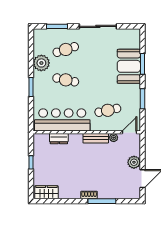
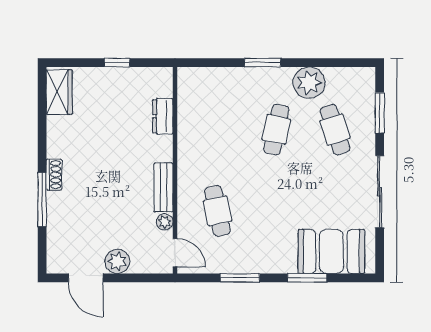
booth: (129, 66) -> (331, 251), moved
bar counter: (62, 120) -> (199, 123), removed

